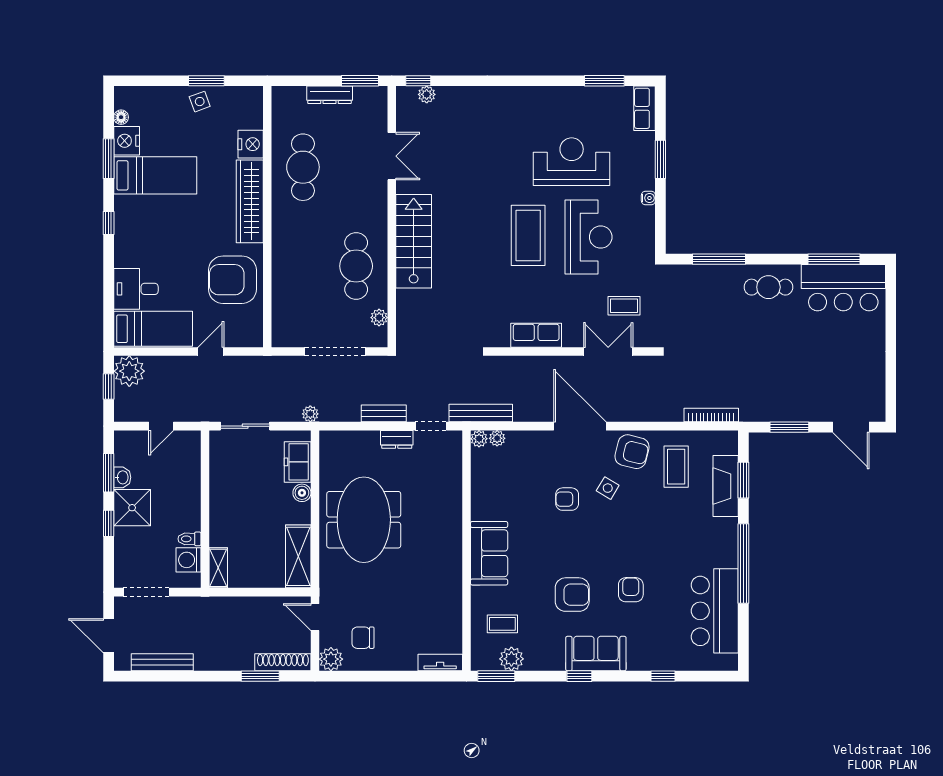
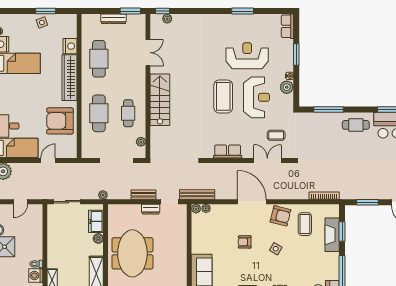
window: (604, 81) -> (243, 11), moved
plant: (643, 219) -> (287, 87), added
cafe table: (303, 266) -> (99, 113), added
cafe table: (356, 266) -> (128, 113), width x0.73, depth x0.74
side table: (608, 488) -> (276, 249), moved

